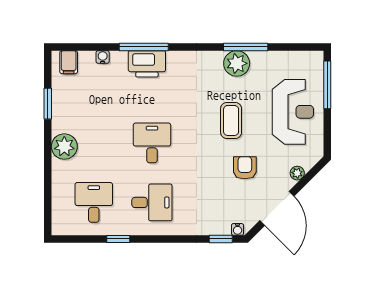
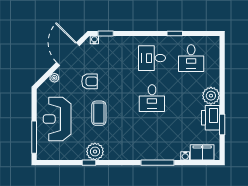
window: (246, 47) -> (89, 163), width x0.46
filing cabinet: (69, 62) -> (202, 152), width x2.00
printer: (147, 64) -> (211, 118), moved, turned -90
armchair: (245, 168) -> (90, 81), turned -90

